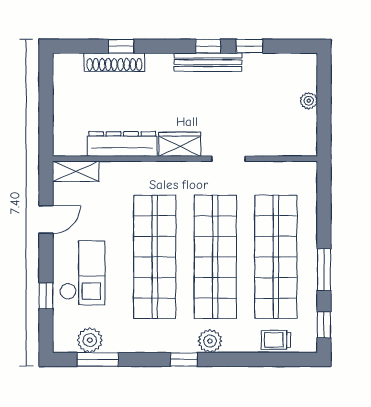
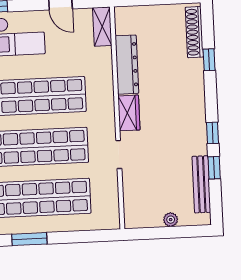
shoe rack: (114, 62) -> (194, 32), moved
bench: (208, 62) -> (201, 184), moved

